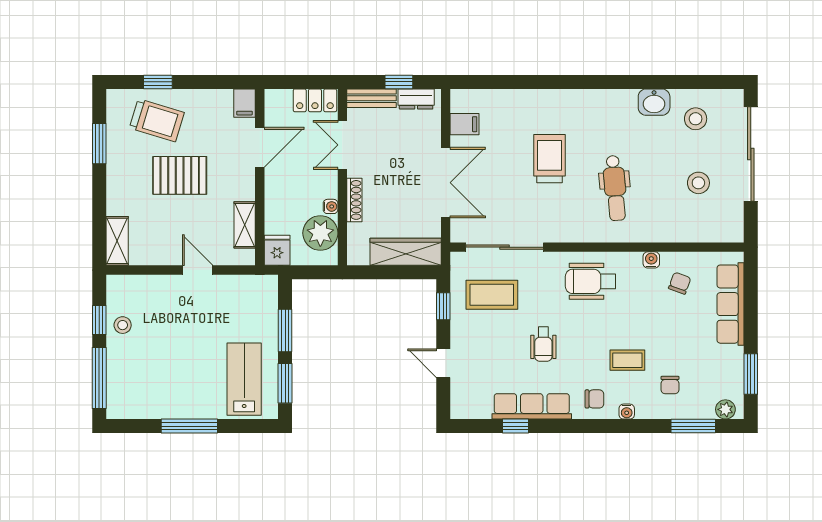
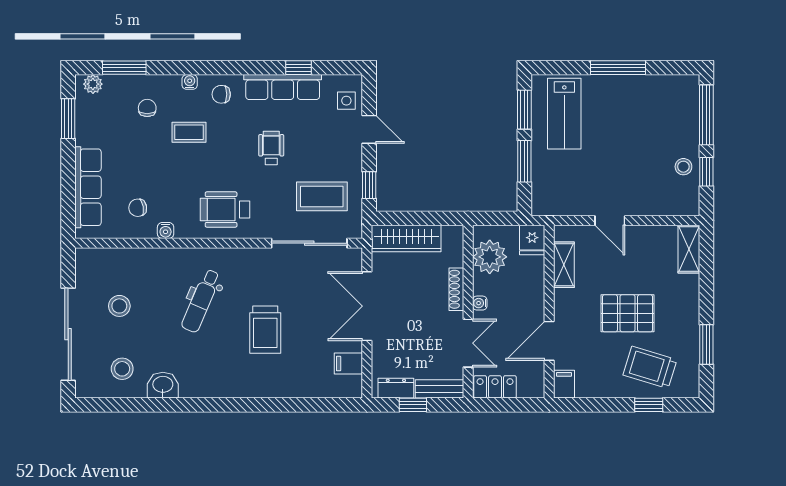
dental chair: (615, 188) -> (201, 301), turned -152
water cooler: (331, 206) -> (480, 303), moved
wheelchair: (591, 281) -> (225, 210), turned 180
chair: (680, 283) -> (138, 208), turned 60
side table: (467, 392) -> (346, 101), added

